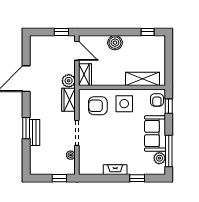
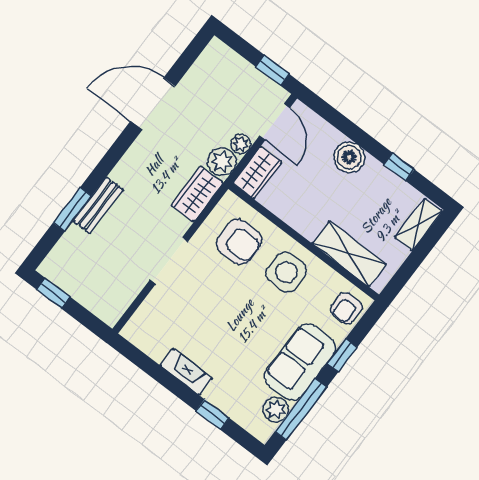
window: (148, 32) -> (399, 167), moved
shelving: (160, 48) -> (418, 224), added
armchair: (98, 106) -> (239, 242), turned 180
window: (169, 106) -> (342, 355), moved
window: (26, 128) -> (72, 209), moved
plant: (71, 155) -> (241, 144), moved
window: (59, 178) -> (53, 293), moved

